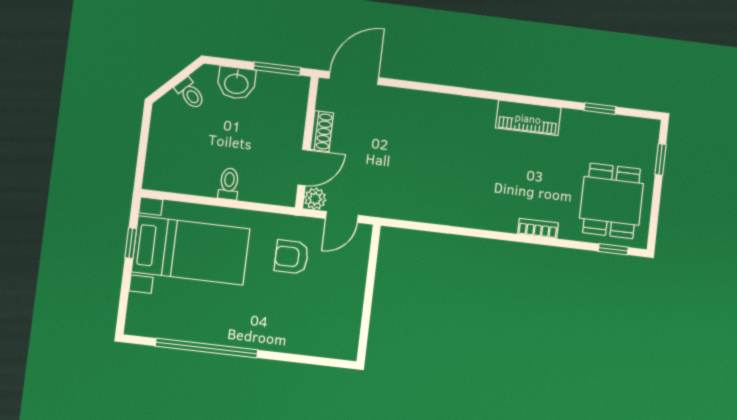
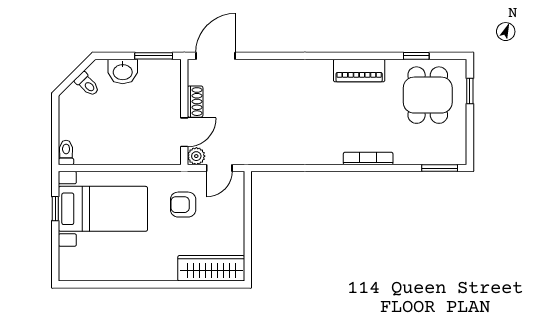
toilet: (229, 184) -> (66, 152), moved
dining table: (612, 201) -> (428, 95), moved
bookcase: (538, 228) -> (368, 159), width x1.56
window: (613, 249) -> (440, 168), width x1.50
wardrobe: (317, 340) -> (211, 268), added
window: (207, 348) -> (125, 284), removed

